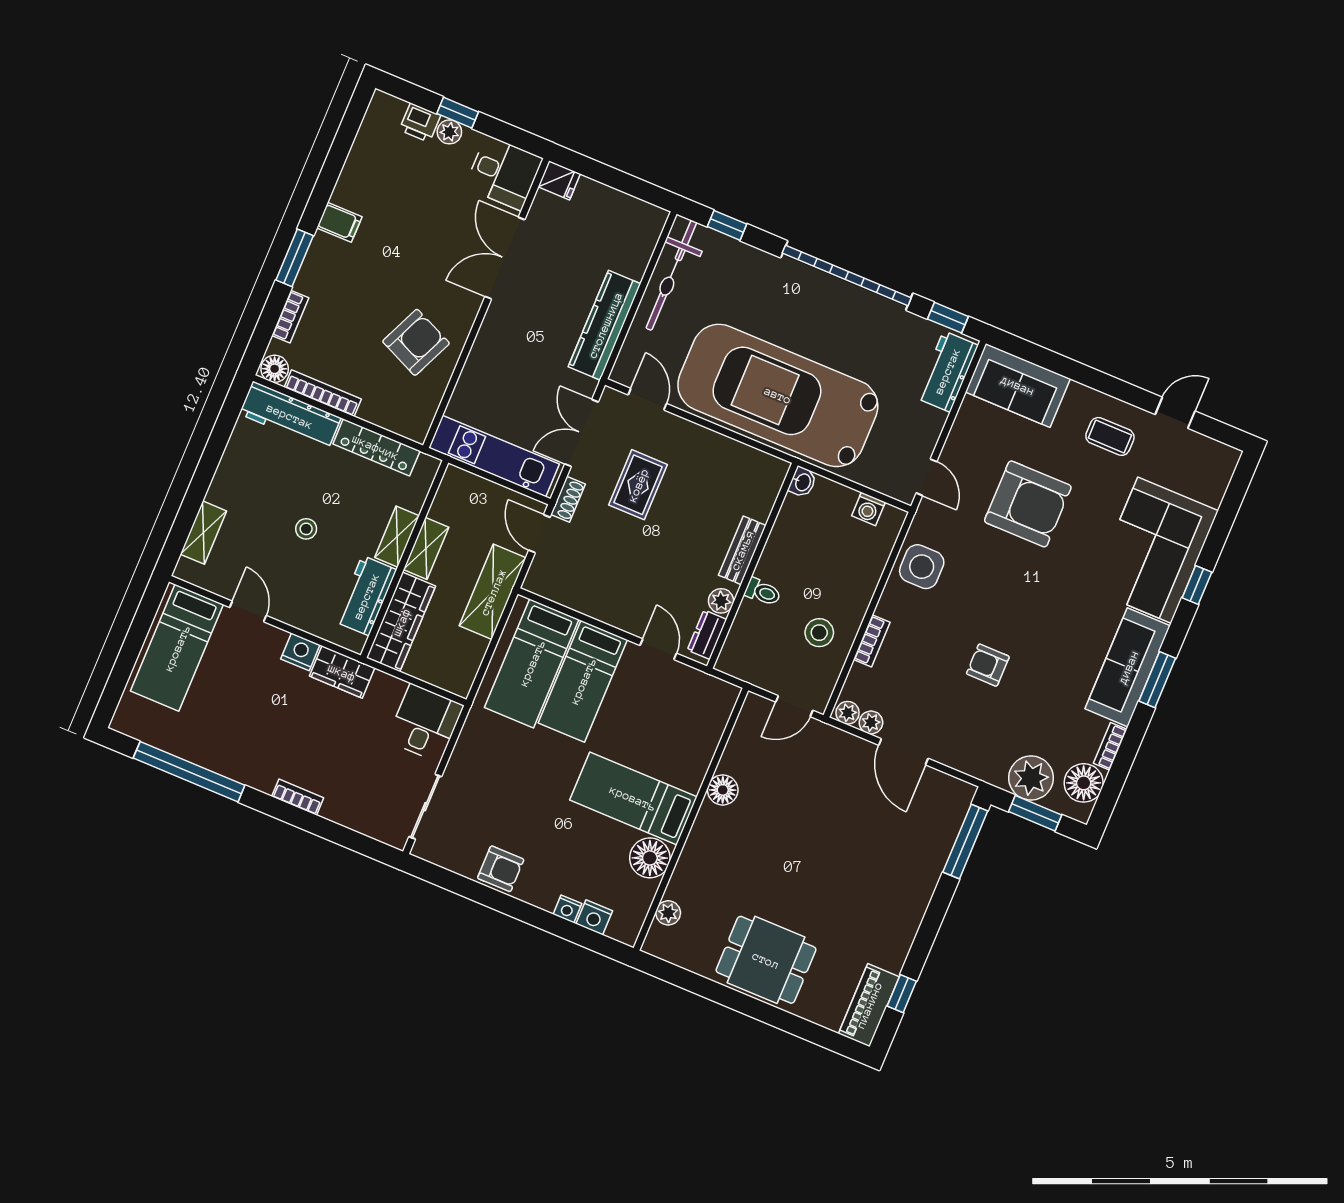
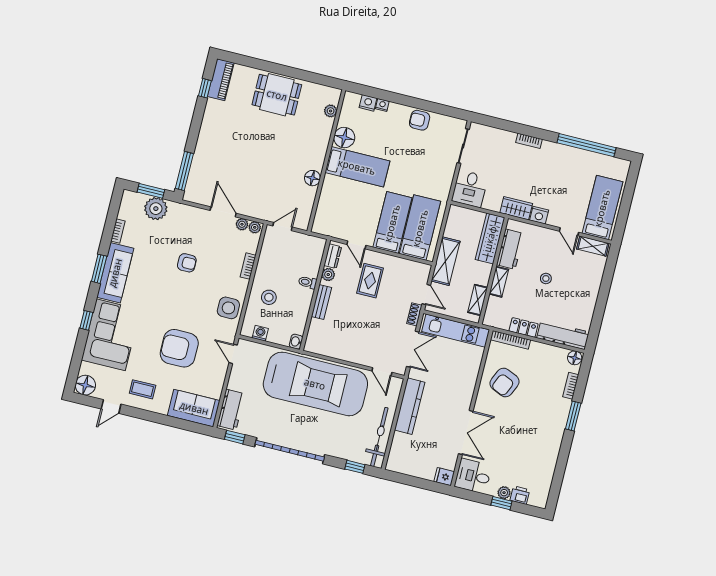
filing cabinet: (339, 222) -> (553, 438), removed
bookcase: (323, 393) -> (510, 340), moved
locker: (376, 447) -> (524, 327), width x0.66
rug: (638, 485) -> (370, 281), moved
shelving: (203, 533) -> (593, 246), moved, turned 90
shelving: (426, 548) -> (478, 300), moved
stool: (819, 633) -> (269, 297), moved
floor lamp: (1084, 783) -> (85, 385), moved

